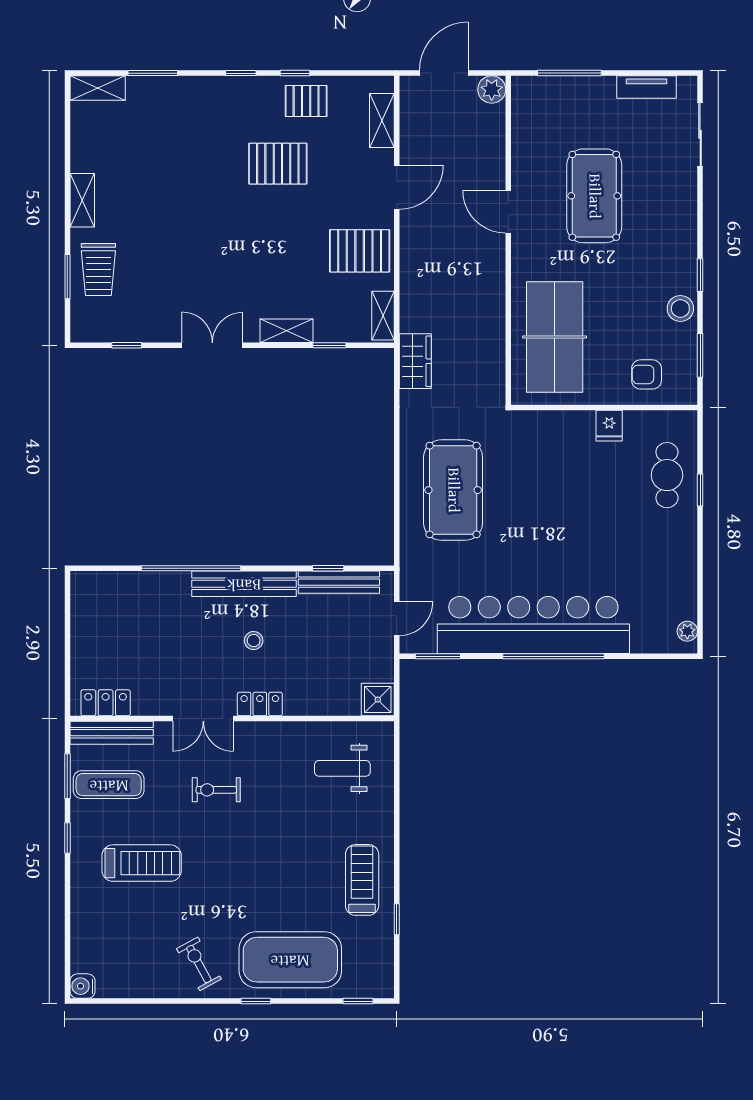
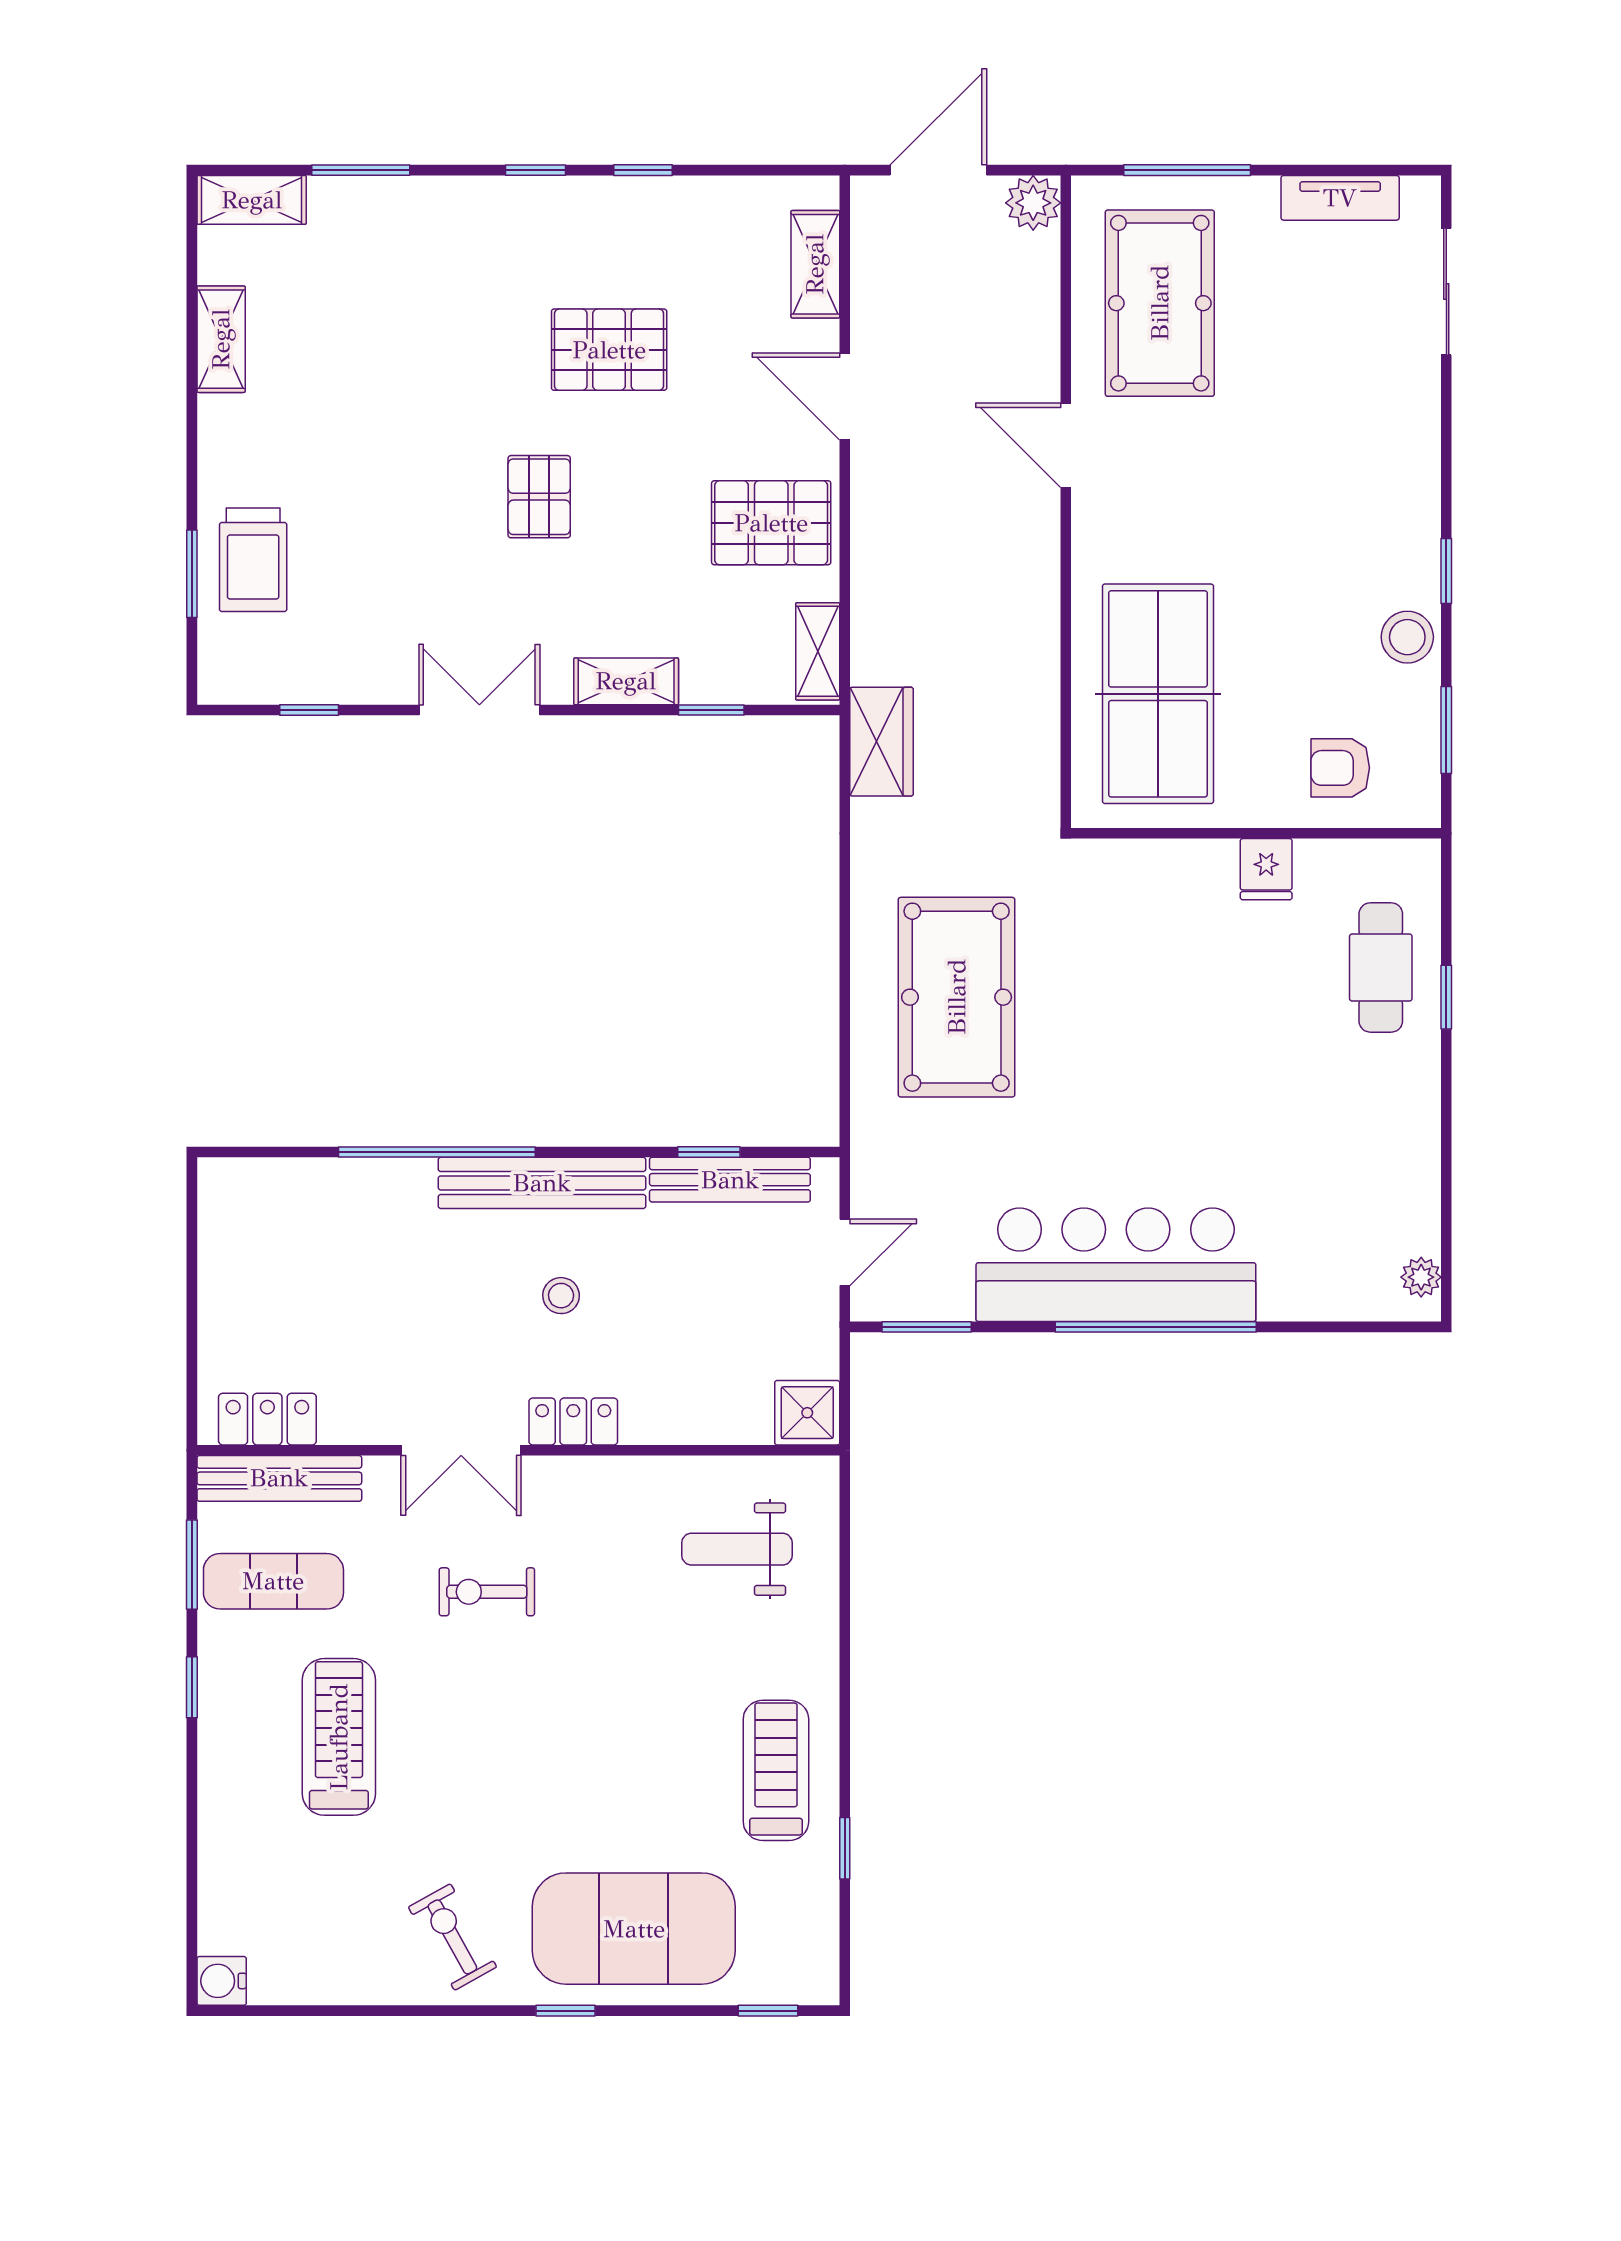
pallet: (306, 101) -> (539, 497), moved, turned 90
door: (397, 187) -> (845, 397), swing flipped
pool table: (594, 196) -> (1160, 303), moved
shelving: (82, 200) -> (221, 339), moved
bar counter: (533, 625) -> (1116, 1265), width x0.73
treadmill: (142, 863) -> (339, 1737), turned -90

